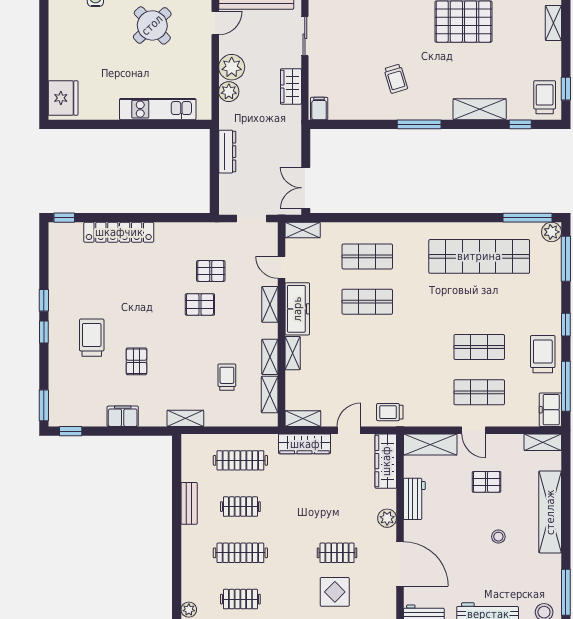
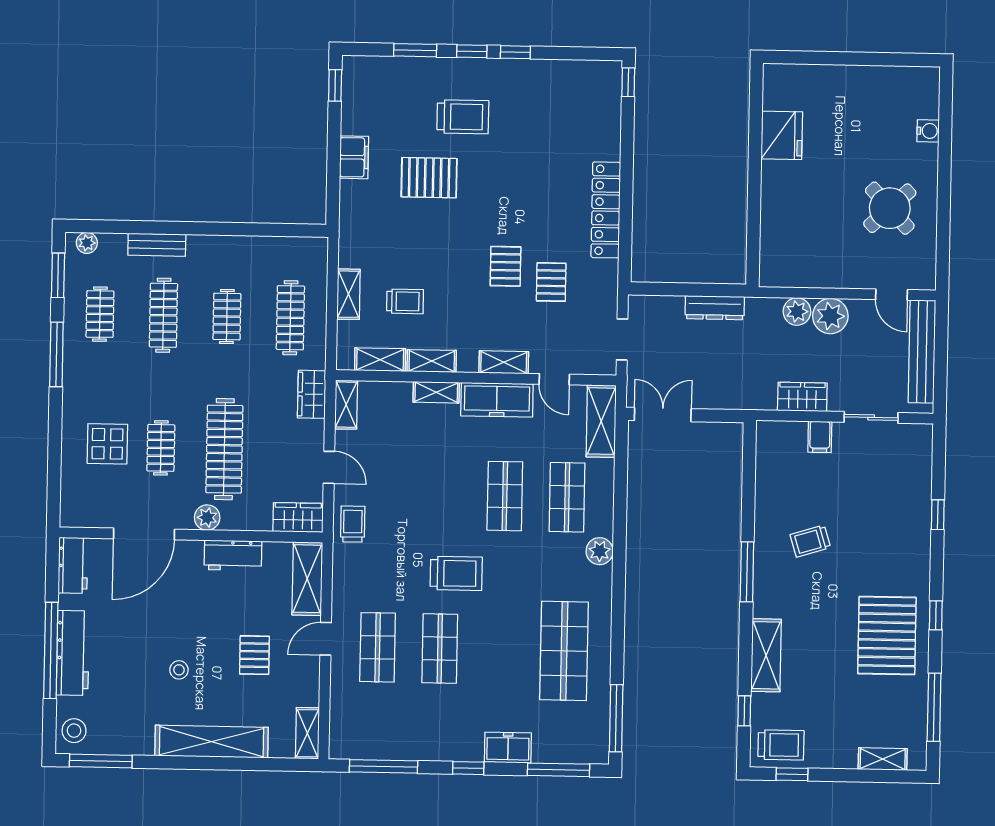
fridge: (63, 98) -> (782, 135), moved, turned -90
kitchen unit: (158, 109) -> (775, 213), removed
filing cabinet: (319, 109) -> (820, 437), moved, turned 90
shelving: (303, 230) -> (601, 421), width x1.50, depth x1.33
locker: (119, 232) -> (606, 210), moved
plant: (552, 232) -> (600, 551), moved
shop shelf: (479, 256) -> (564, 651), width x0.71
door: (282, 267) -> (554, 379), swing flipped
trolley: (543, 354) -> (456, 573), moved
pallet: (136, 361) -> (429, 178), width x1.50, depth x1.42
window: (44, 405) -> (415, 50), moved
freezer: (550, 410) -> (508, 748), moved
shelving: (185, 418) -> (348, 294), moved
wardrobe: (305, 444) -> (312, 394), width x0.67
wardrobe: (386, 461) -> (298, 517), width x0.67
bench: (189, 503) -> (157, 245), moved
clothes rail: (337, 507) -> (224, 449), added

